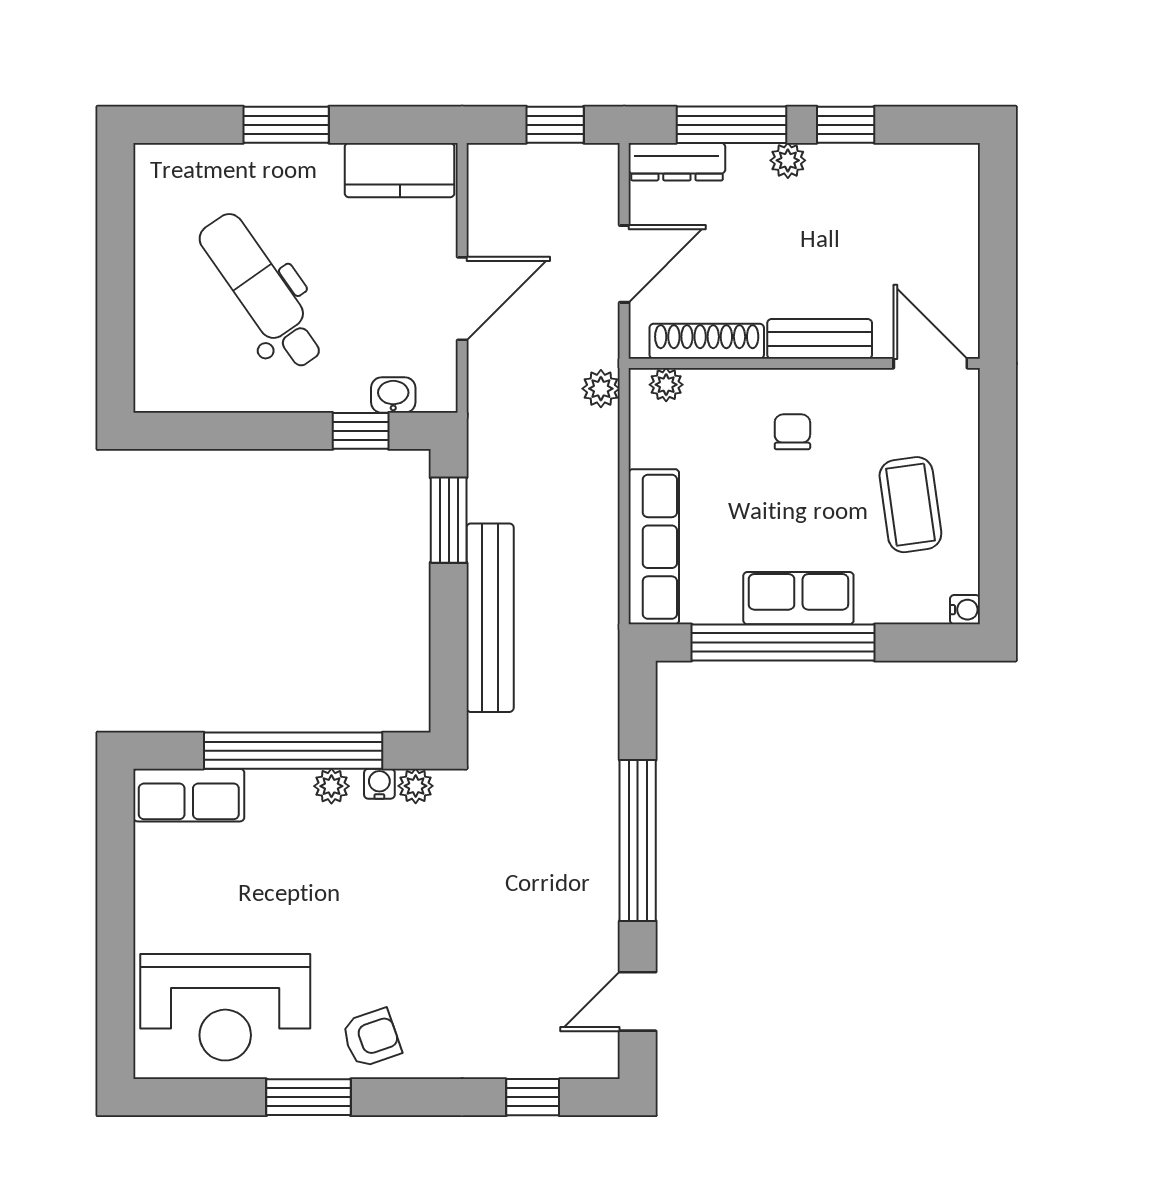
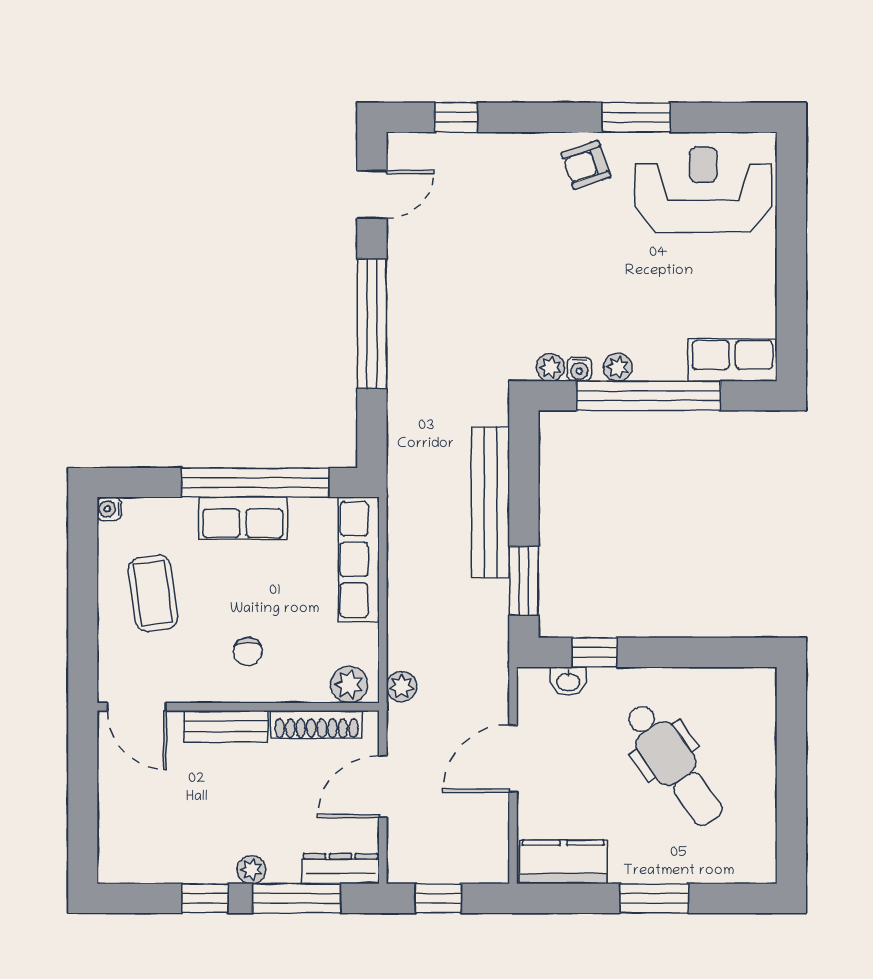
plant: (666, 385) -> (349, 685), width x1.38, depth x1.38

